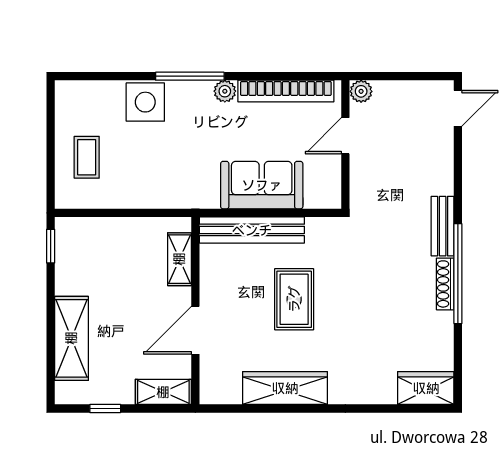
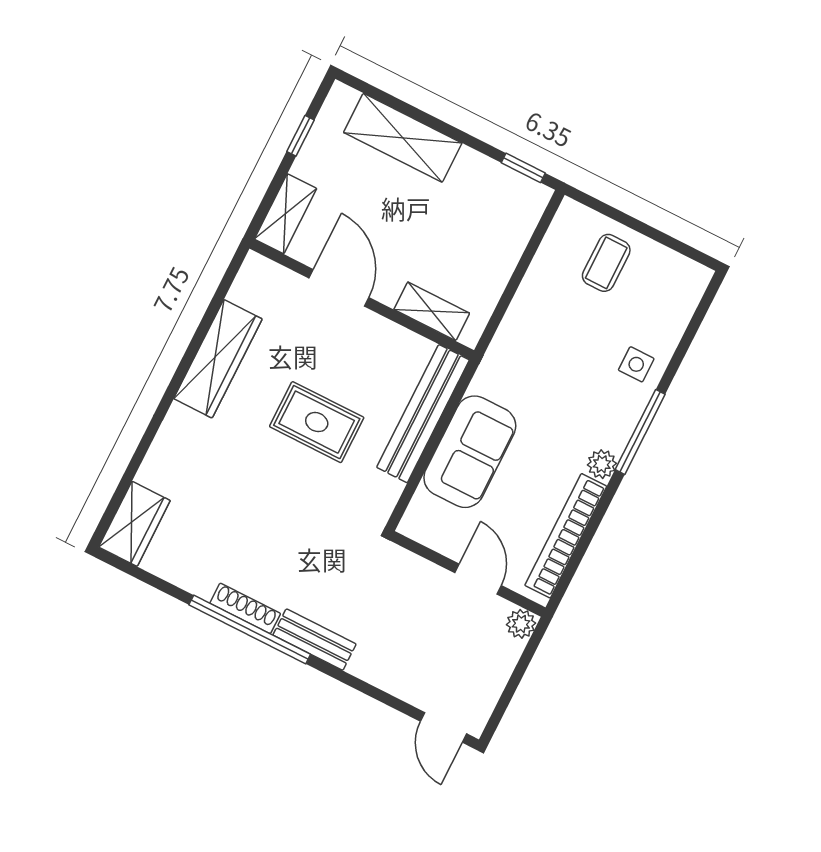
side table: (145, 102) -> (636, 364), width x0.54, depth x0.54
coffee table: (87, 157) -> (606, 263), turned 90

